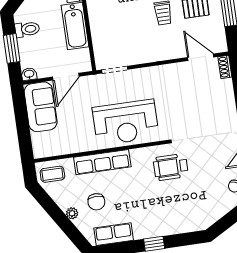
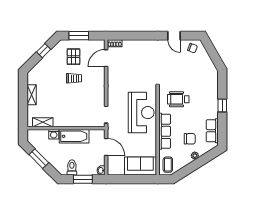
sofa: (41, 107) -> (140, 166), moved
wheelchair: (171, 167) -> (178, 99), moved, turned 90

